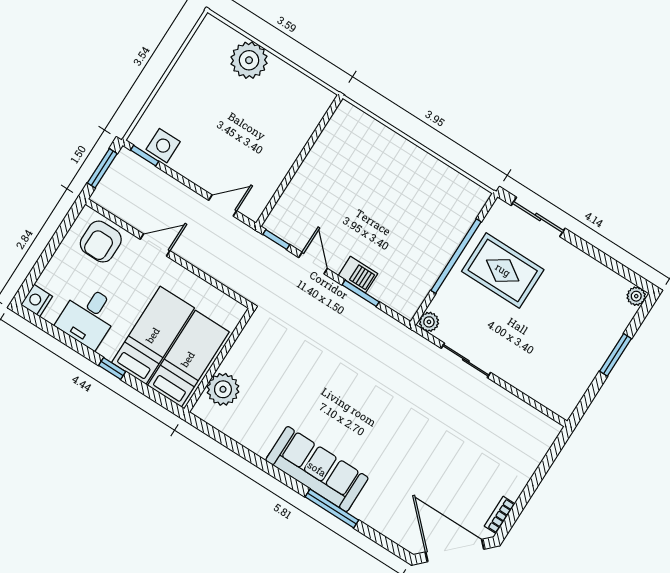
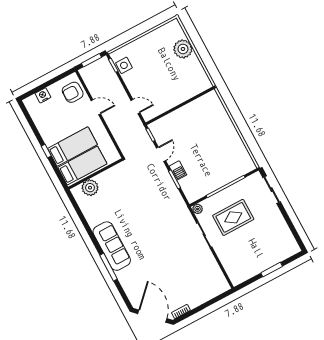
rug: (503, 270) -> (233, 217), moved, turned 90
plant: (636, 296) -> (295, 249), removed
nightstand: (37, 301) -> (43, 95), moved
desk: (88, 317) -> (49, 122), removed

